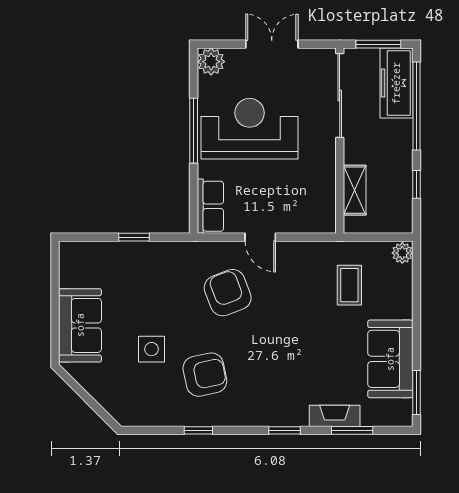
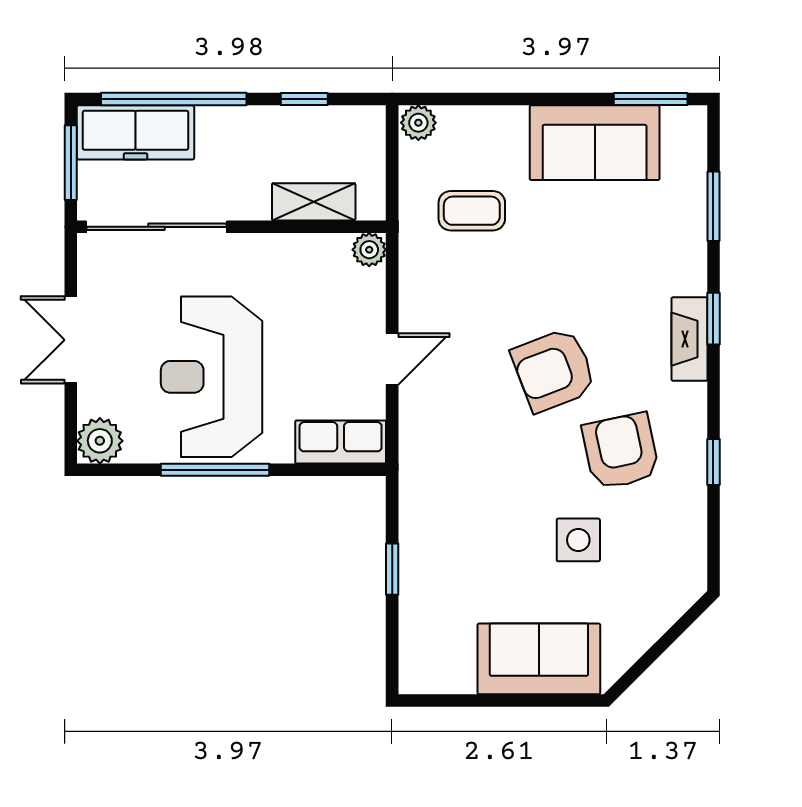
plant: (326, 223) -> (369, 250), added
armchair: (228, 293) -> (554, 370), moved
fireplace: (335, 416) -> (689, 339), moved

